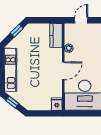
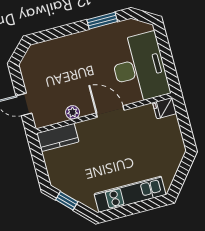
window: (12, 102) -> (180, 178), removed

